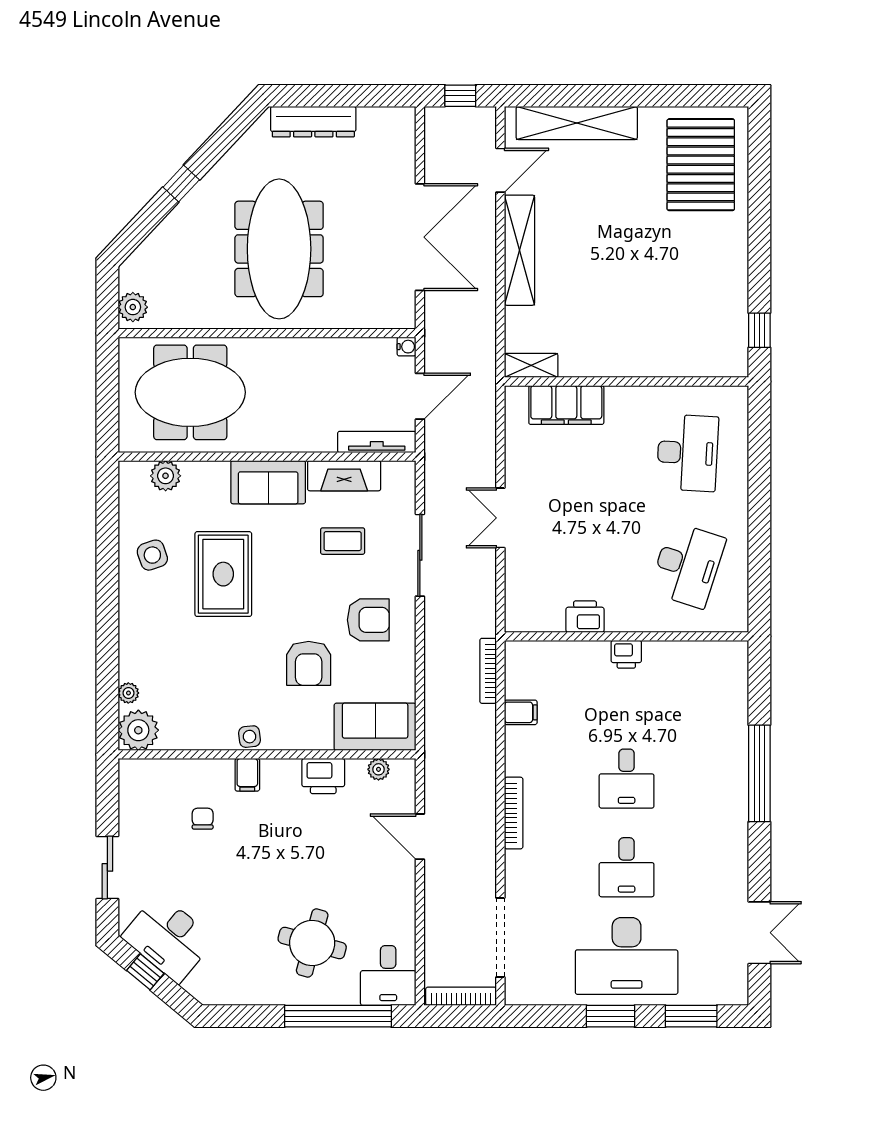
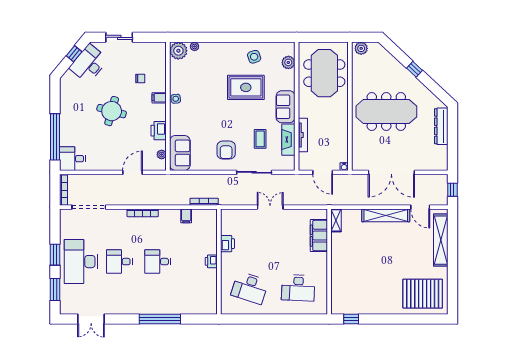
tv unit: (377, 442) -> (303, 135), moved
armchair: (309, 663) -> (207, 124), removed
round table: (312, 943) -> (112, 111), moved

